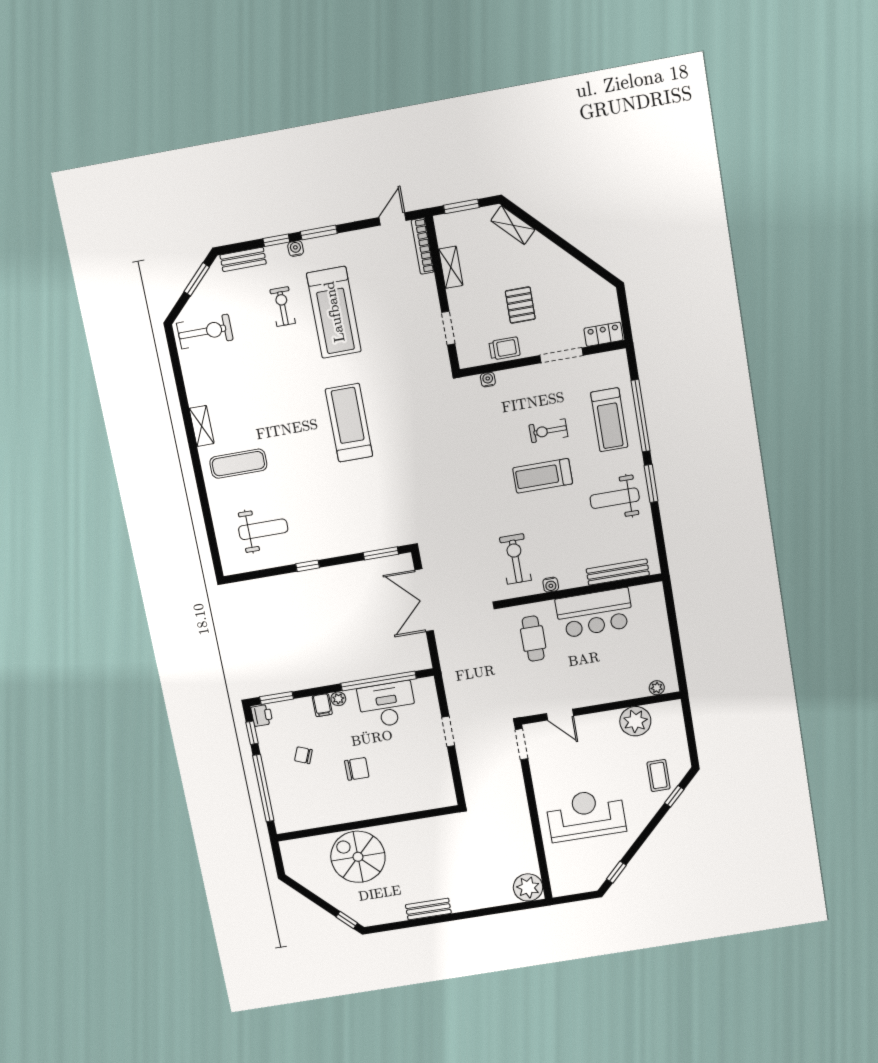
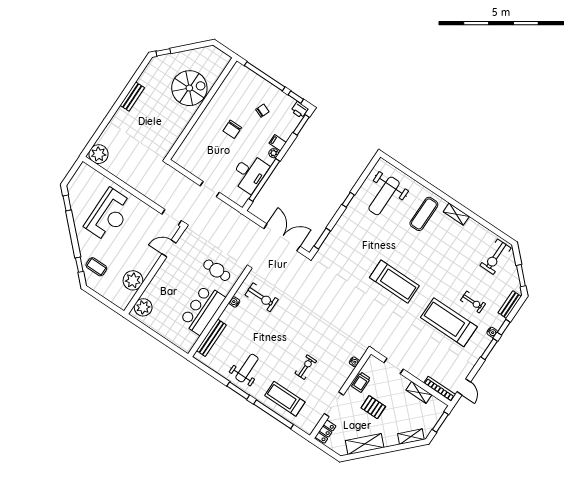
shelving: (574, 273) -> (365, 444), added
treadmill: (543, 476) -> (288, 345), removed
weight bench: (263, 529) -> (384, 196), width x1.36, depth x1.33
plant: (657, 688) -> (143, 307), width x1.87, depth x1.87

